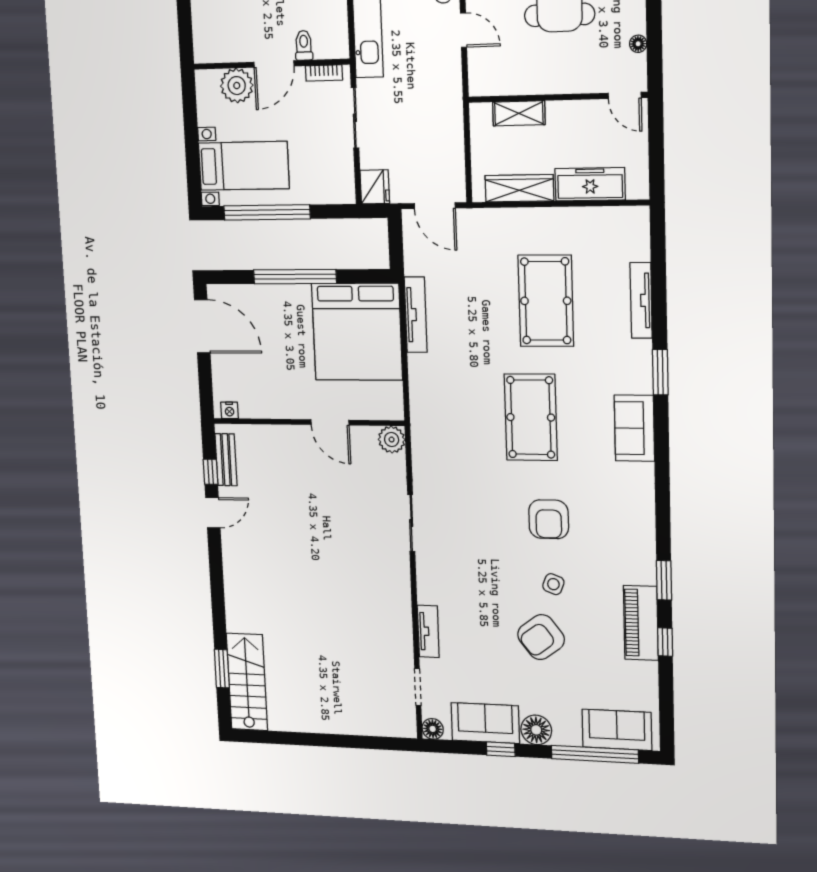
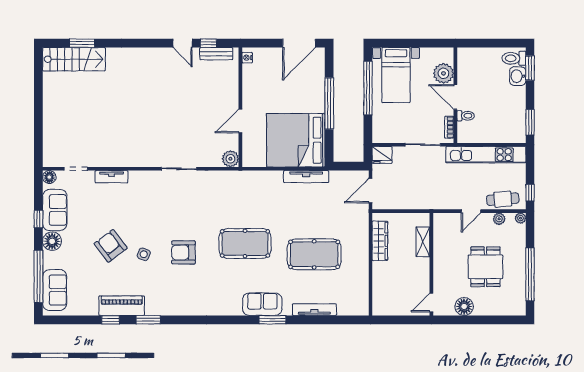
floor lamp: (638, 44) -> (464, 306), width x1.89, depth x1.89
freezer: (590, 184) -> (381, 282), removed
sofa: (634, 428) -> (262, 304), moved

